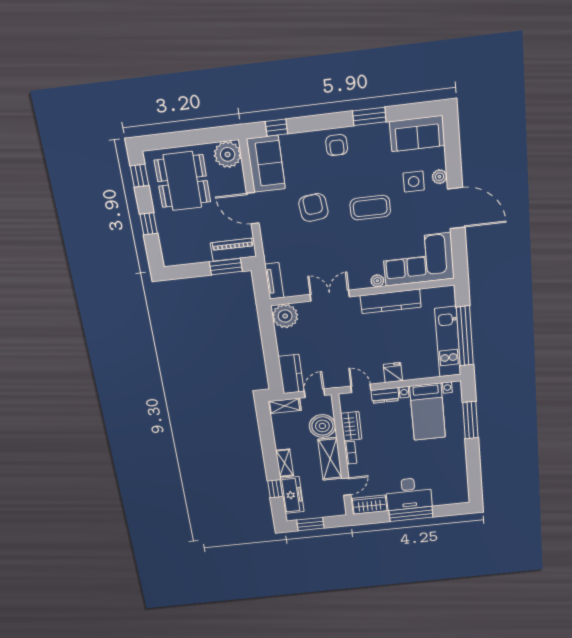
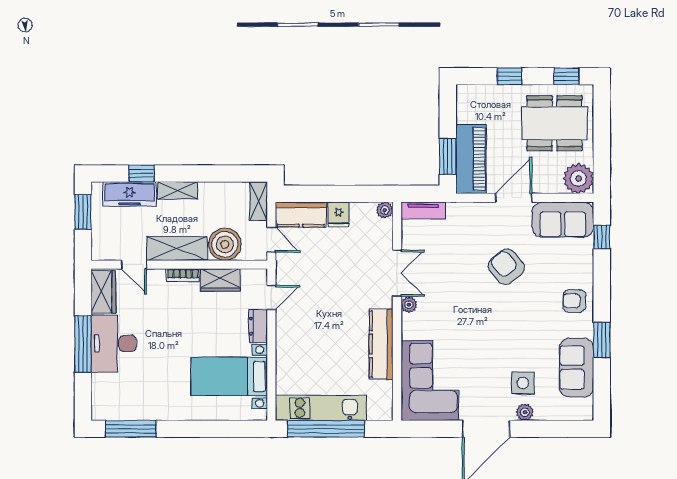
sofa: (417, 134) -> (577, 367), moved
armchair: (313, 208) -> (506, 267), turned -123
coffee table: (370, 208) -> (498, 331), removed
piano: (233, 250) -> (471, 159), width x1.37, depth x1.33
plant: (377, 281) -> (409, 305), moved
plant: (285, 316) -> (385, 210), width x0.53, depth x0.53
fridge: (393, 373) -> (338, 214), moved, turned 90
window: (470, 420) -> (131, 429), moved

